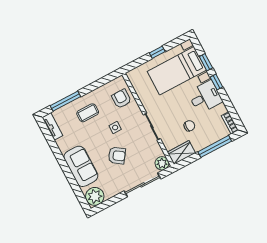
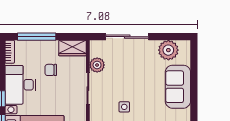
desk: (205, 97) -> (20, 85), width x1.37
armchair: (117, 156) -> (137, 79), removed
plant: (162, 163) -> (97, 65), moved
plant: (95, 196) -> (168, 50), moved

